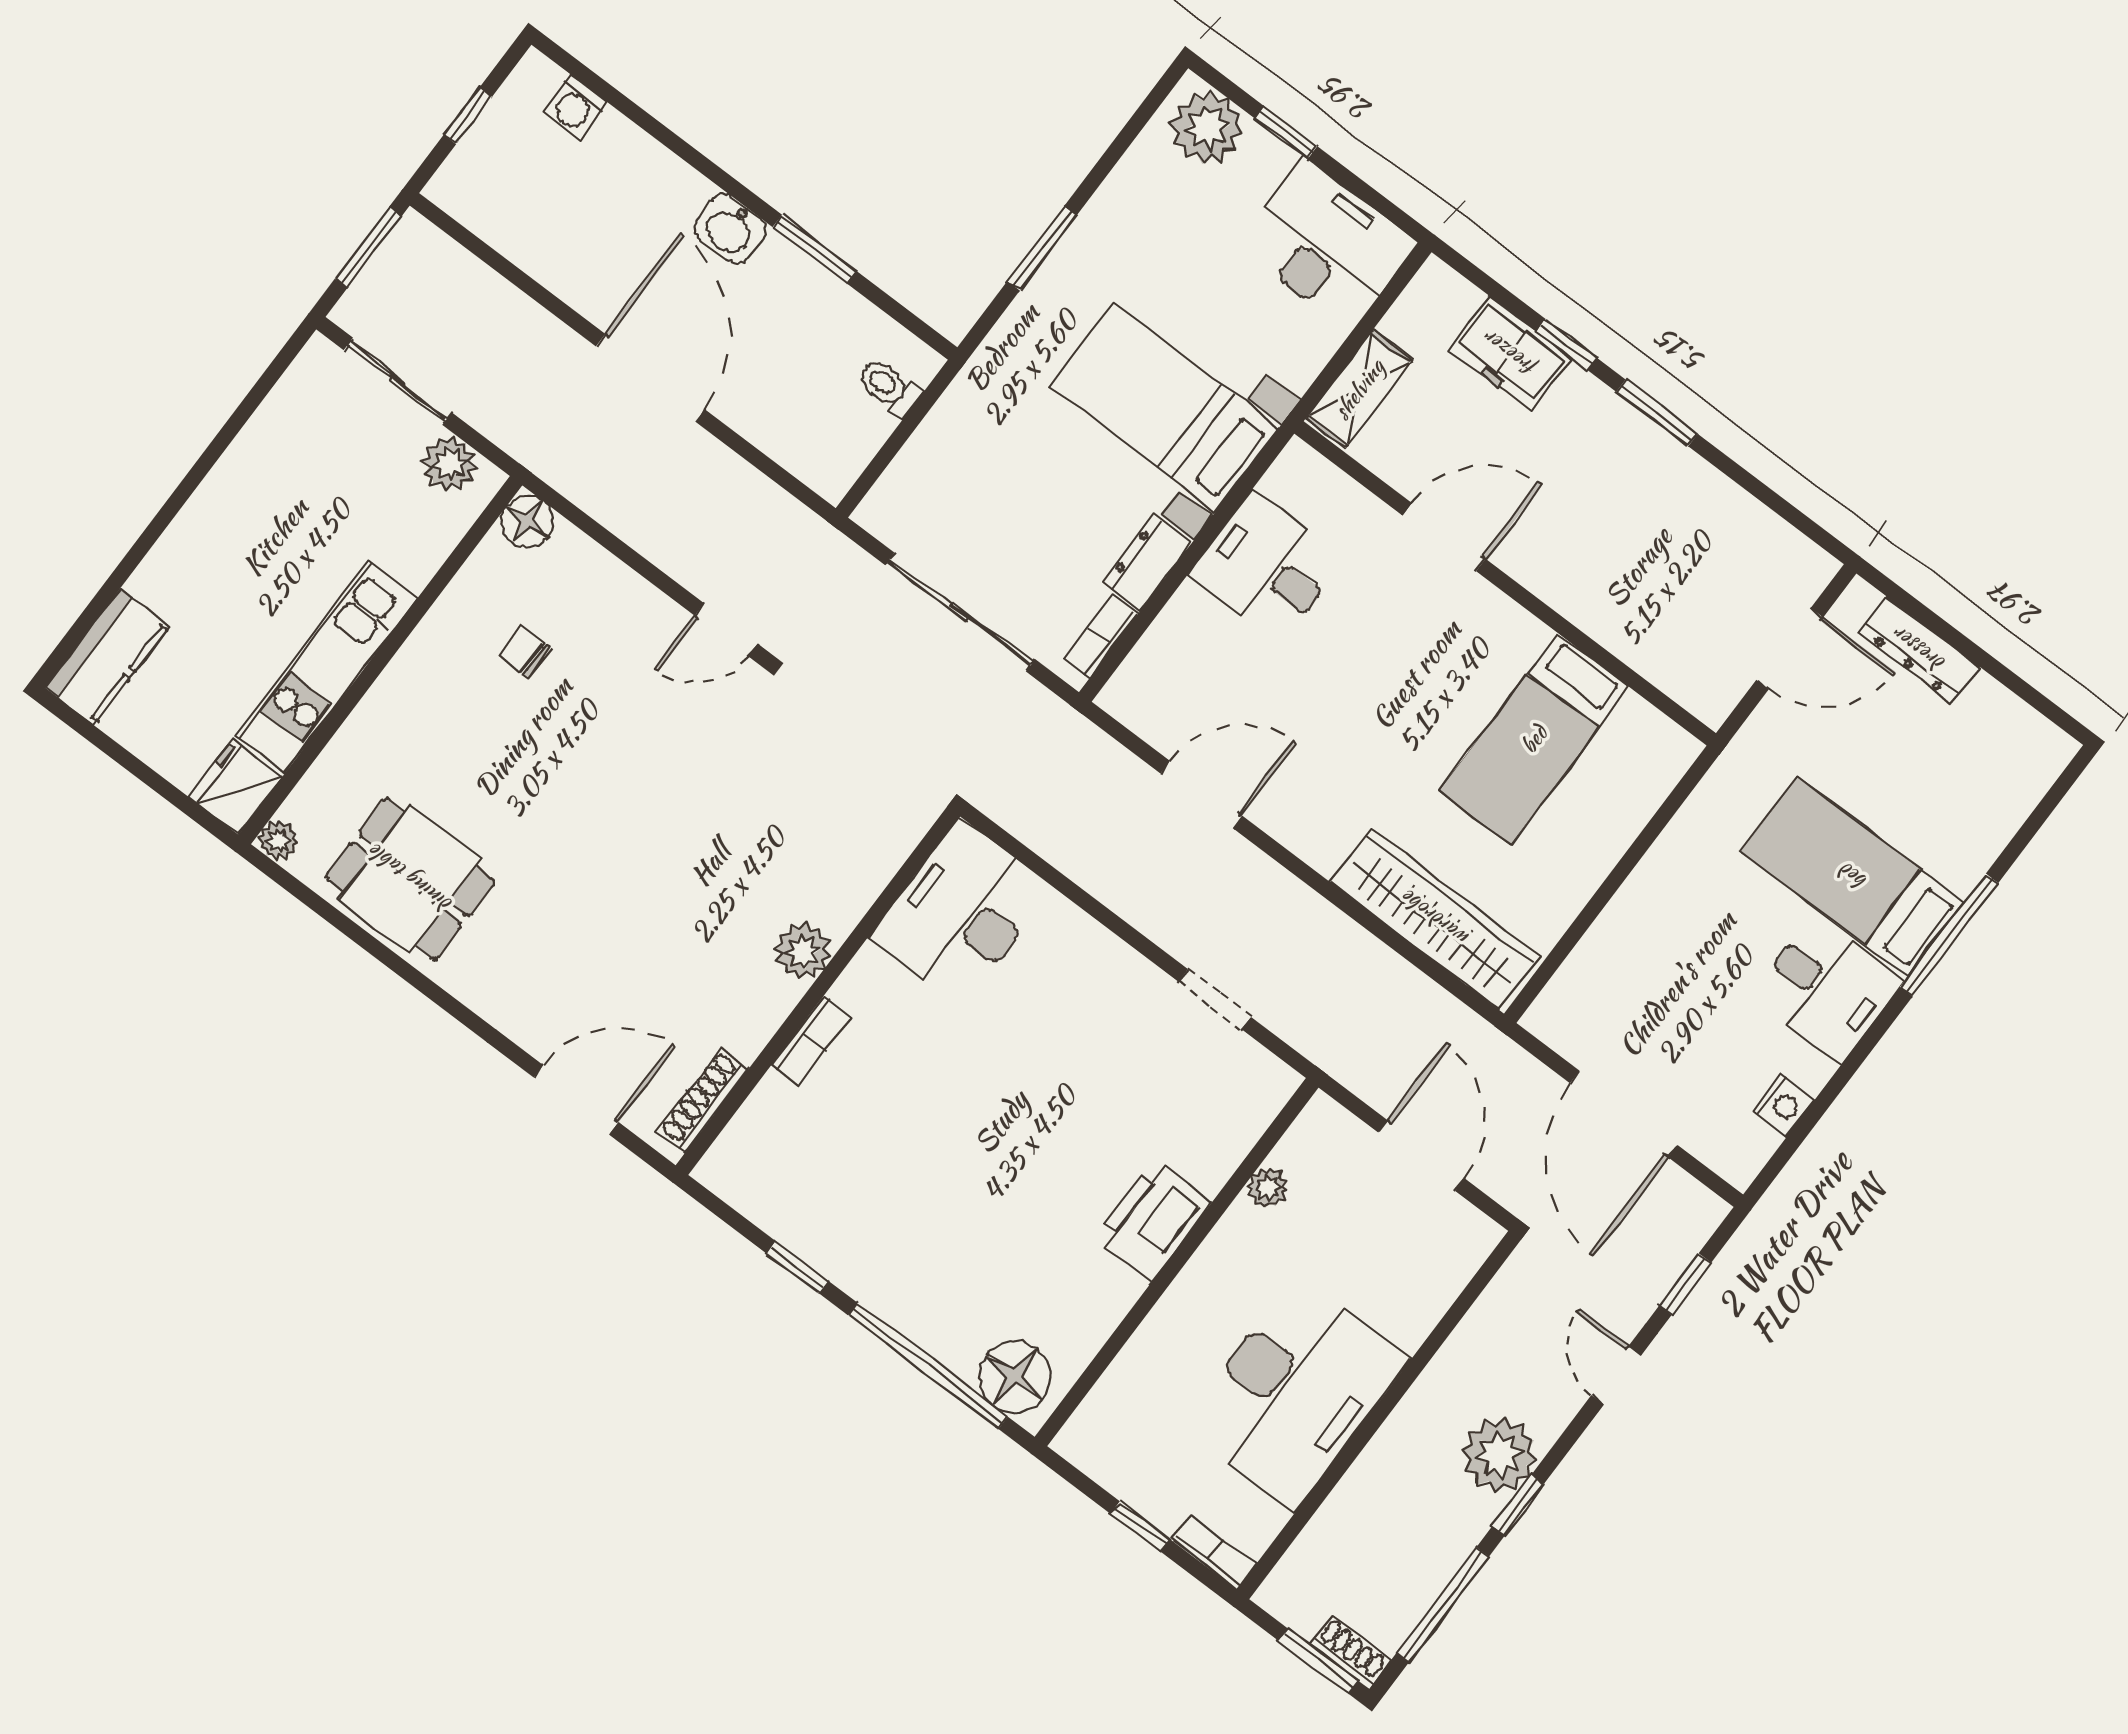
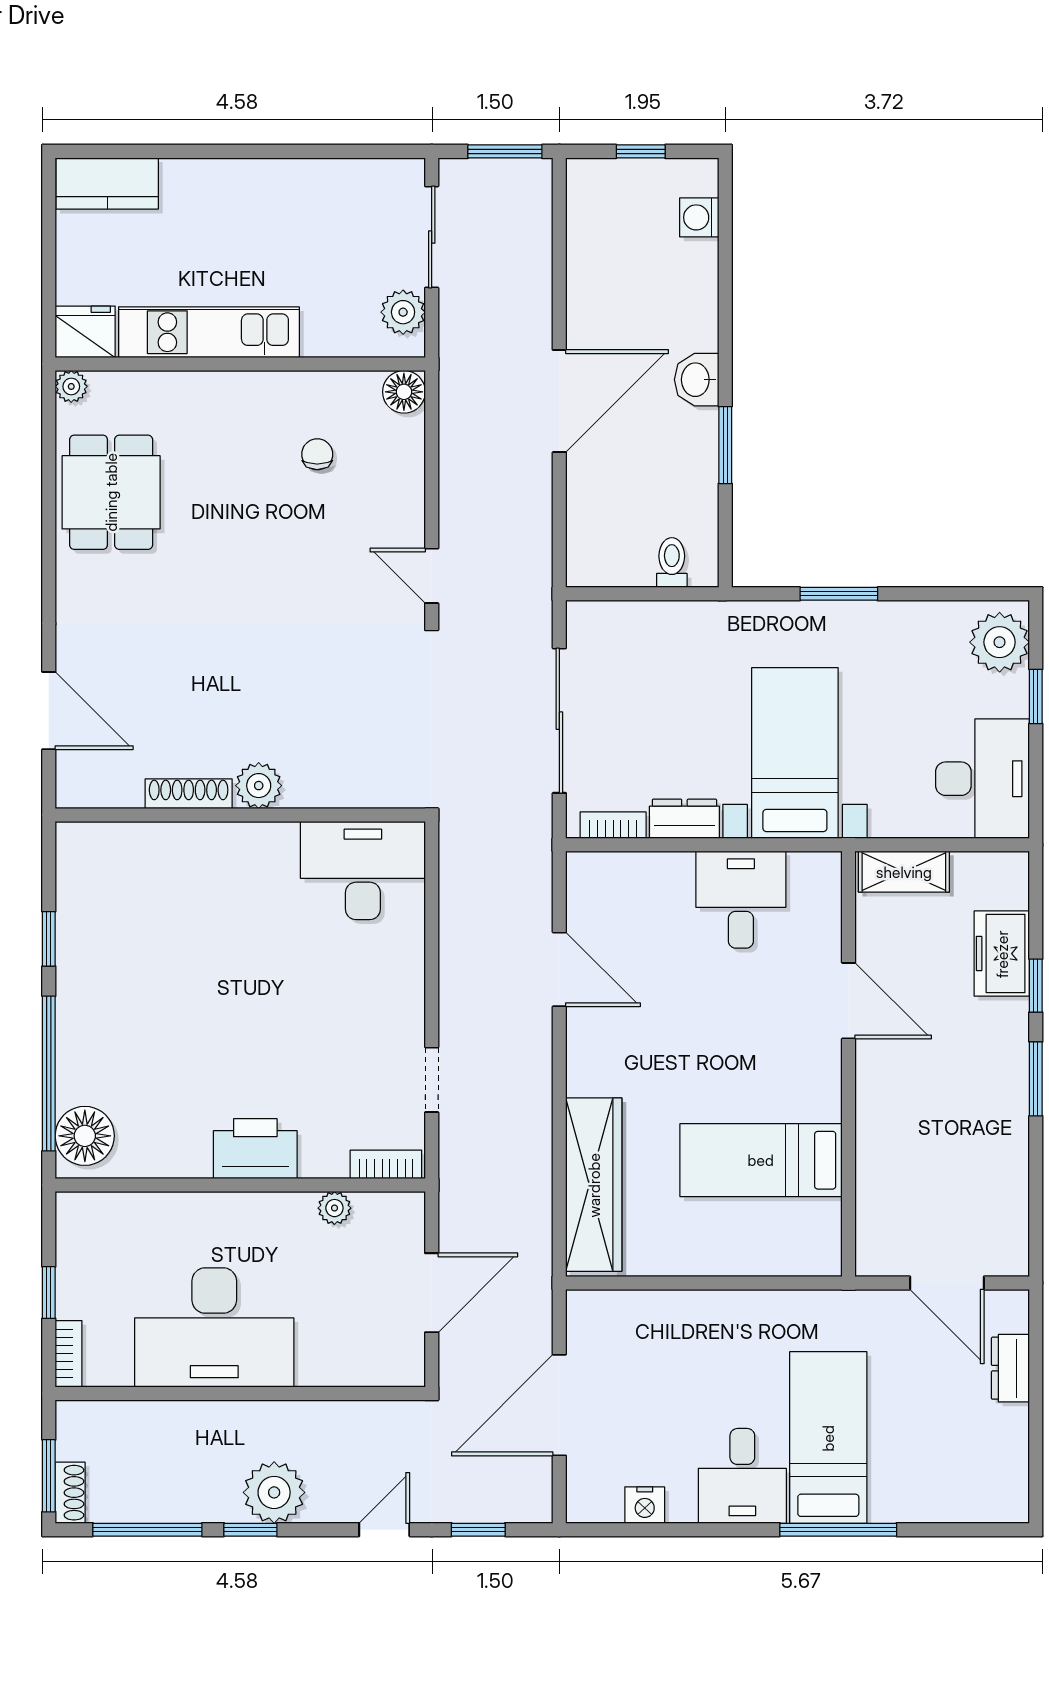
dresser: (1919, 650) -> (1010, 1368), width x0.70
bookcase: (811, 1041) -> (386, 1164), moved, turned 180
shoe rack: (702, 1100) -> (189, 794), moved

